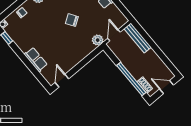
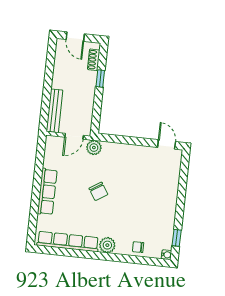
row of seats: (36, 60) -> (171, 190), removed
window: (131, 79) -> (100, 78), width x0.32
door: (62, 81) -> (167, 144), swing flipped

